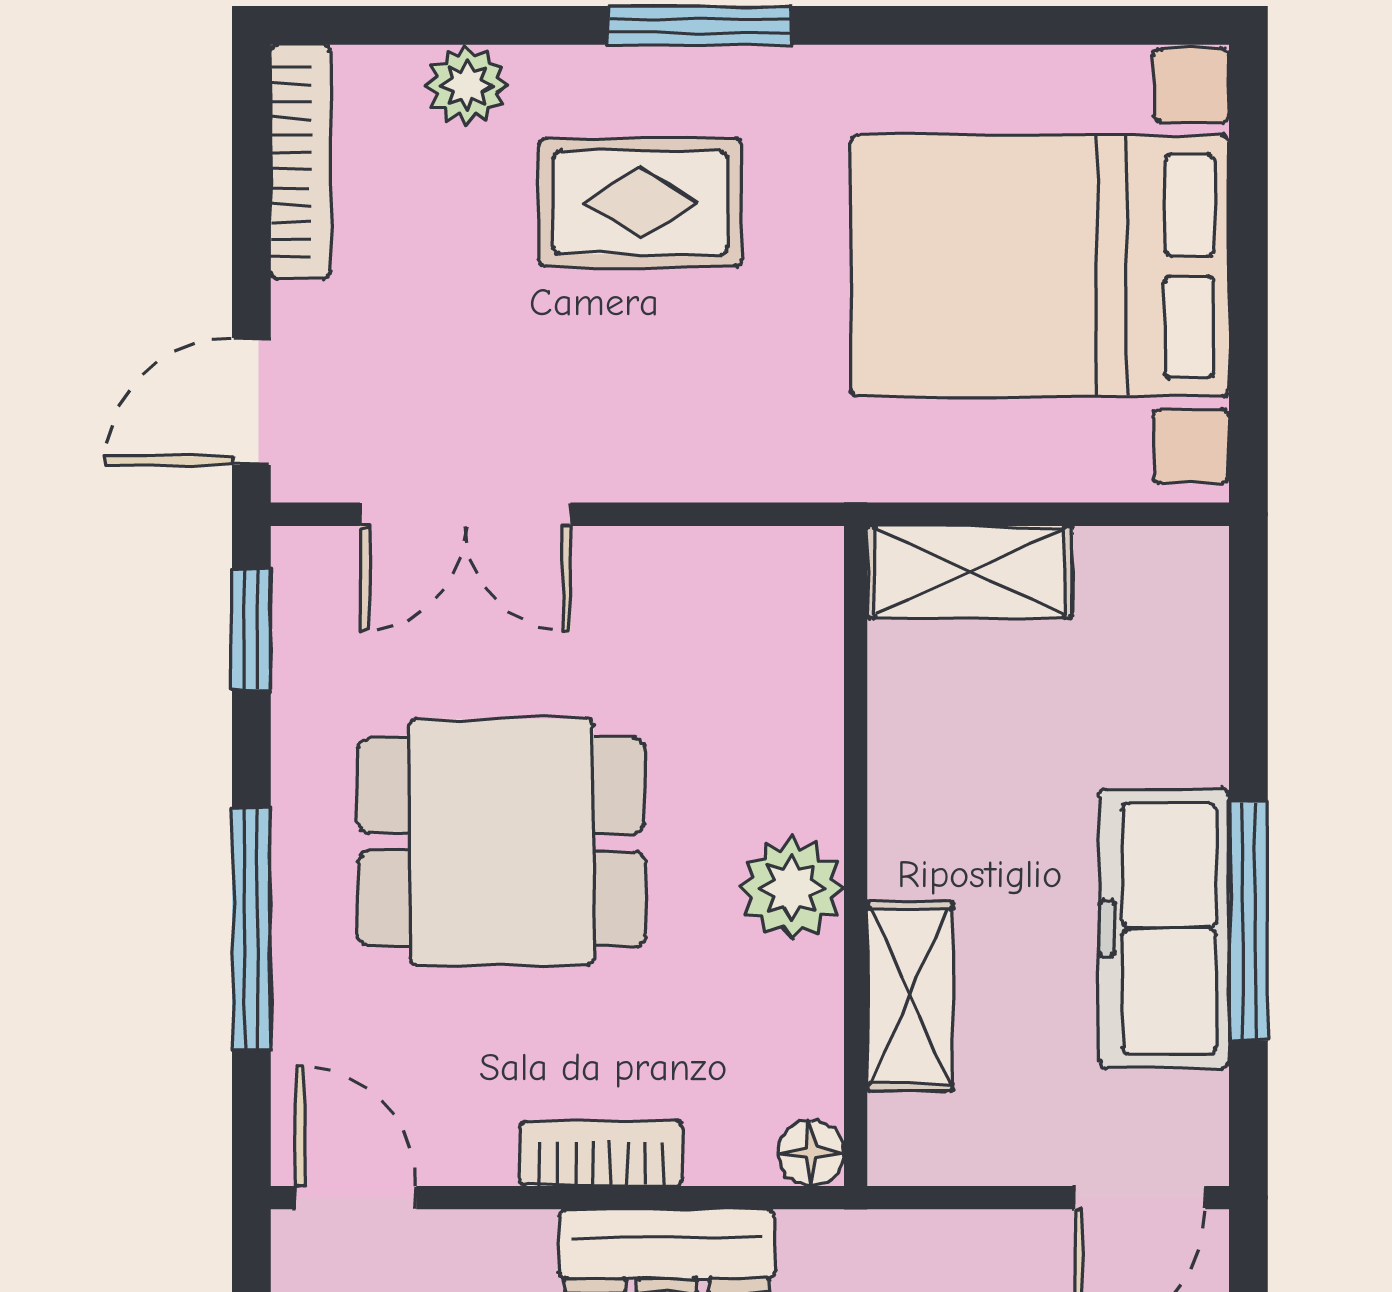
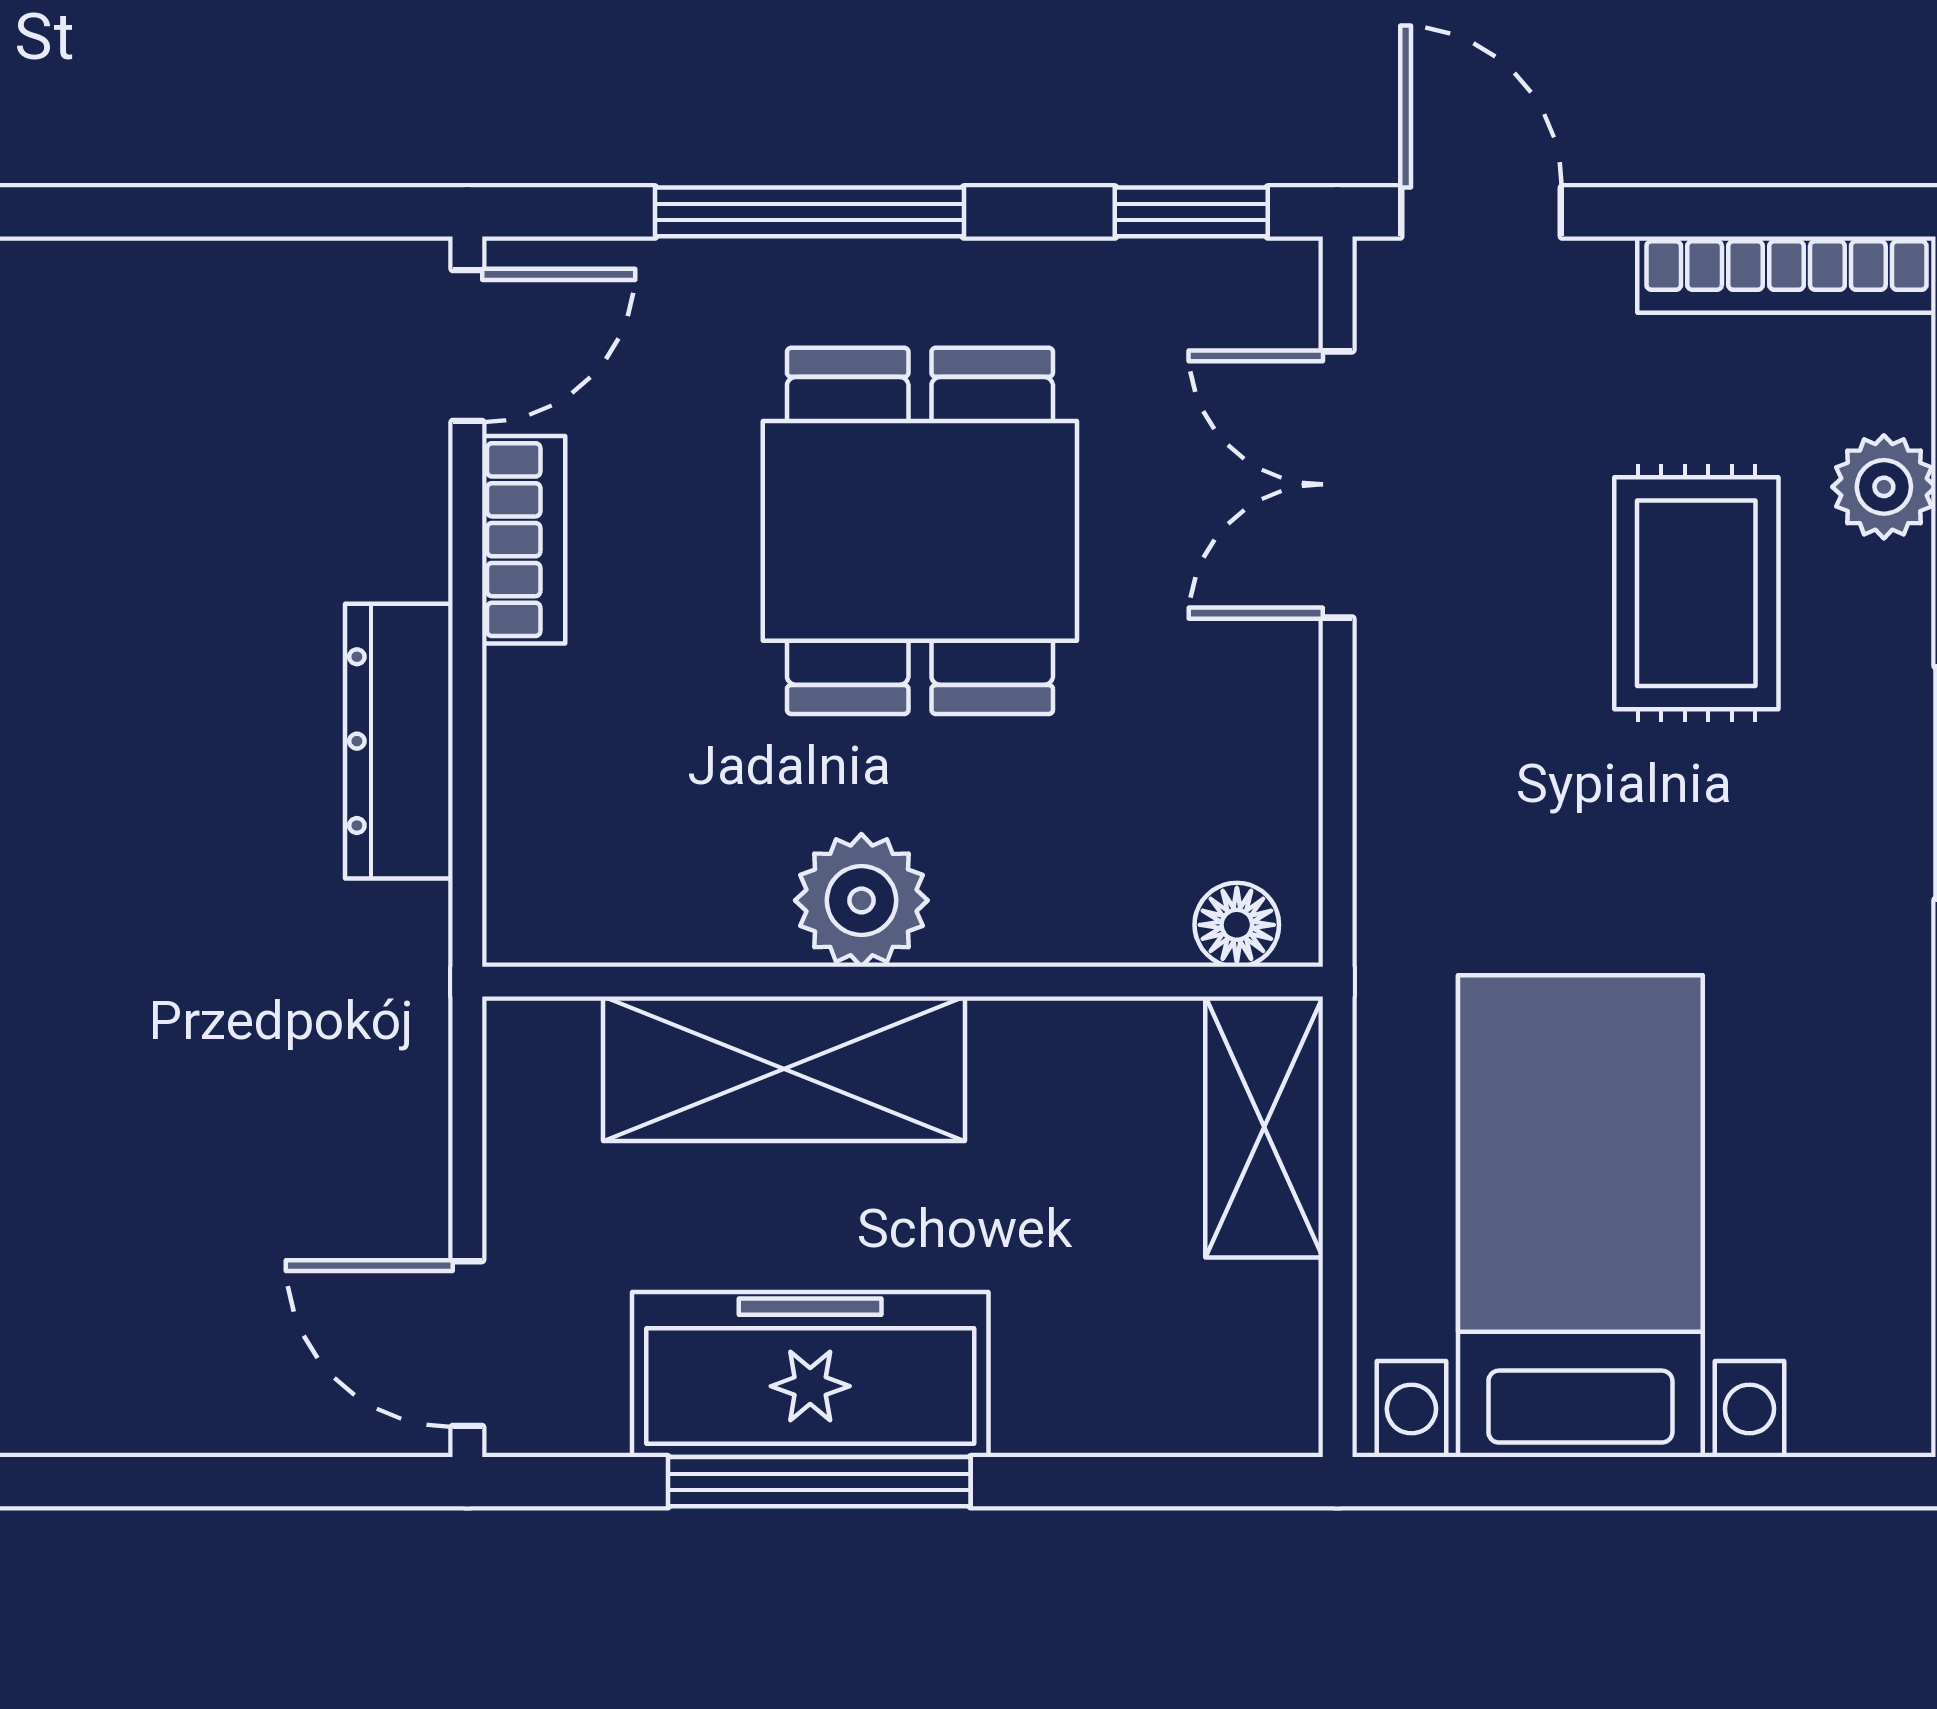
rug: (640, 203) -> (1696, 593), moved
bed with nightstands: (1040, 266) -> (1580, 1216), width x0.73
shelving: (910, 996) -> (784, 1069), width x1.50, depth x1.33
bookcase: (601, 1153) -> (524, 540), moved
floor lamp: (811, 1153) -> (1237, 925), moved

